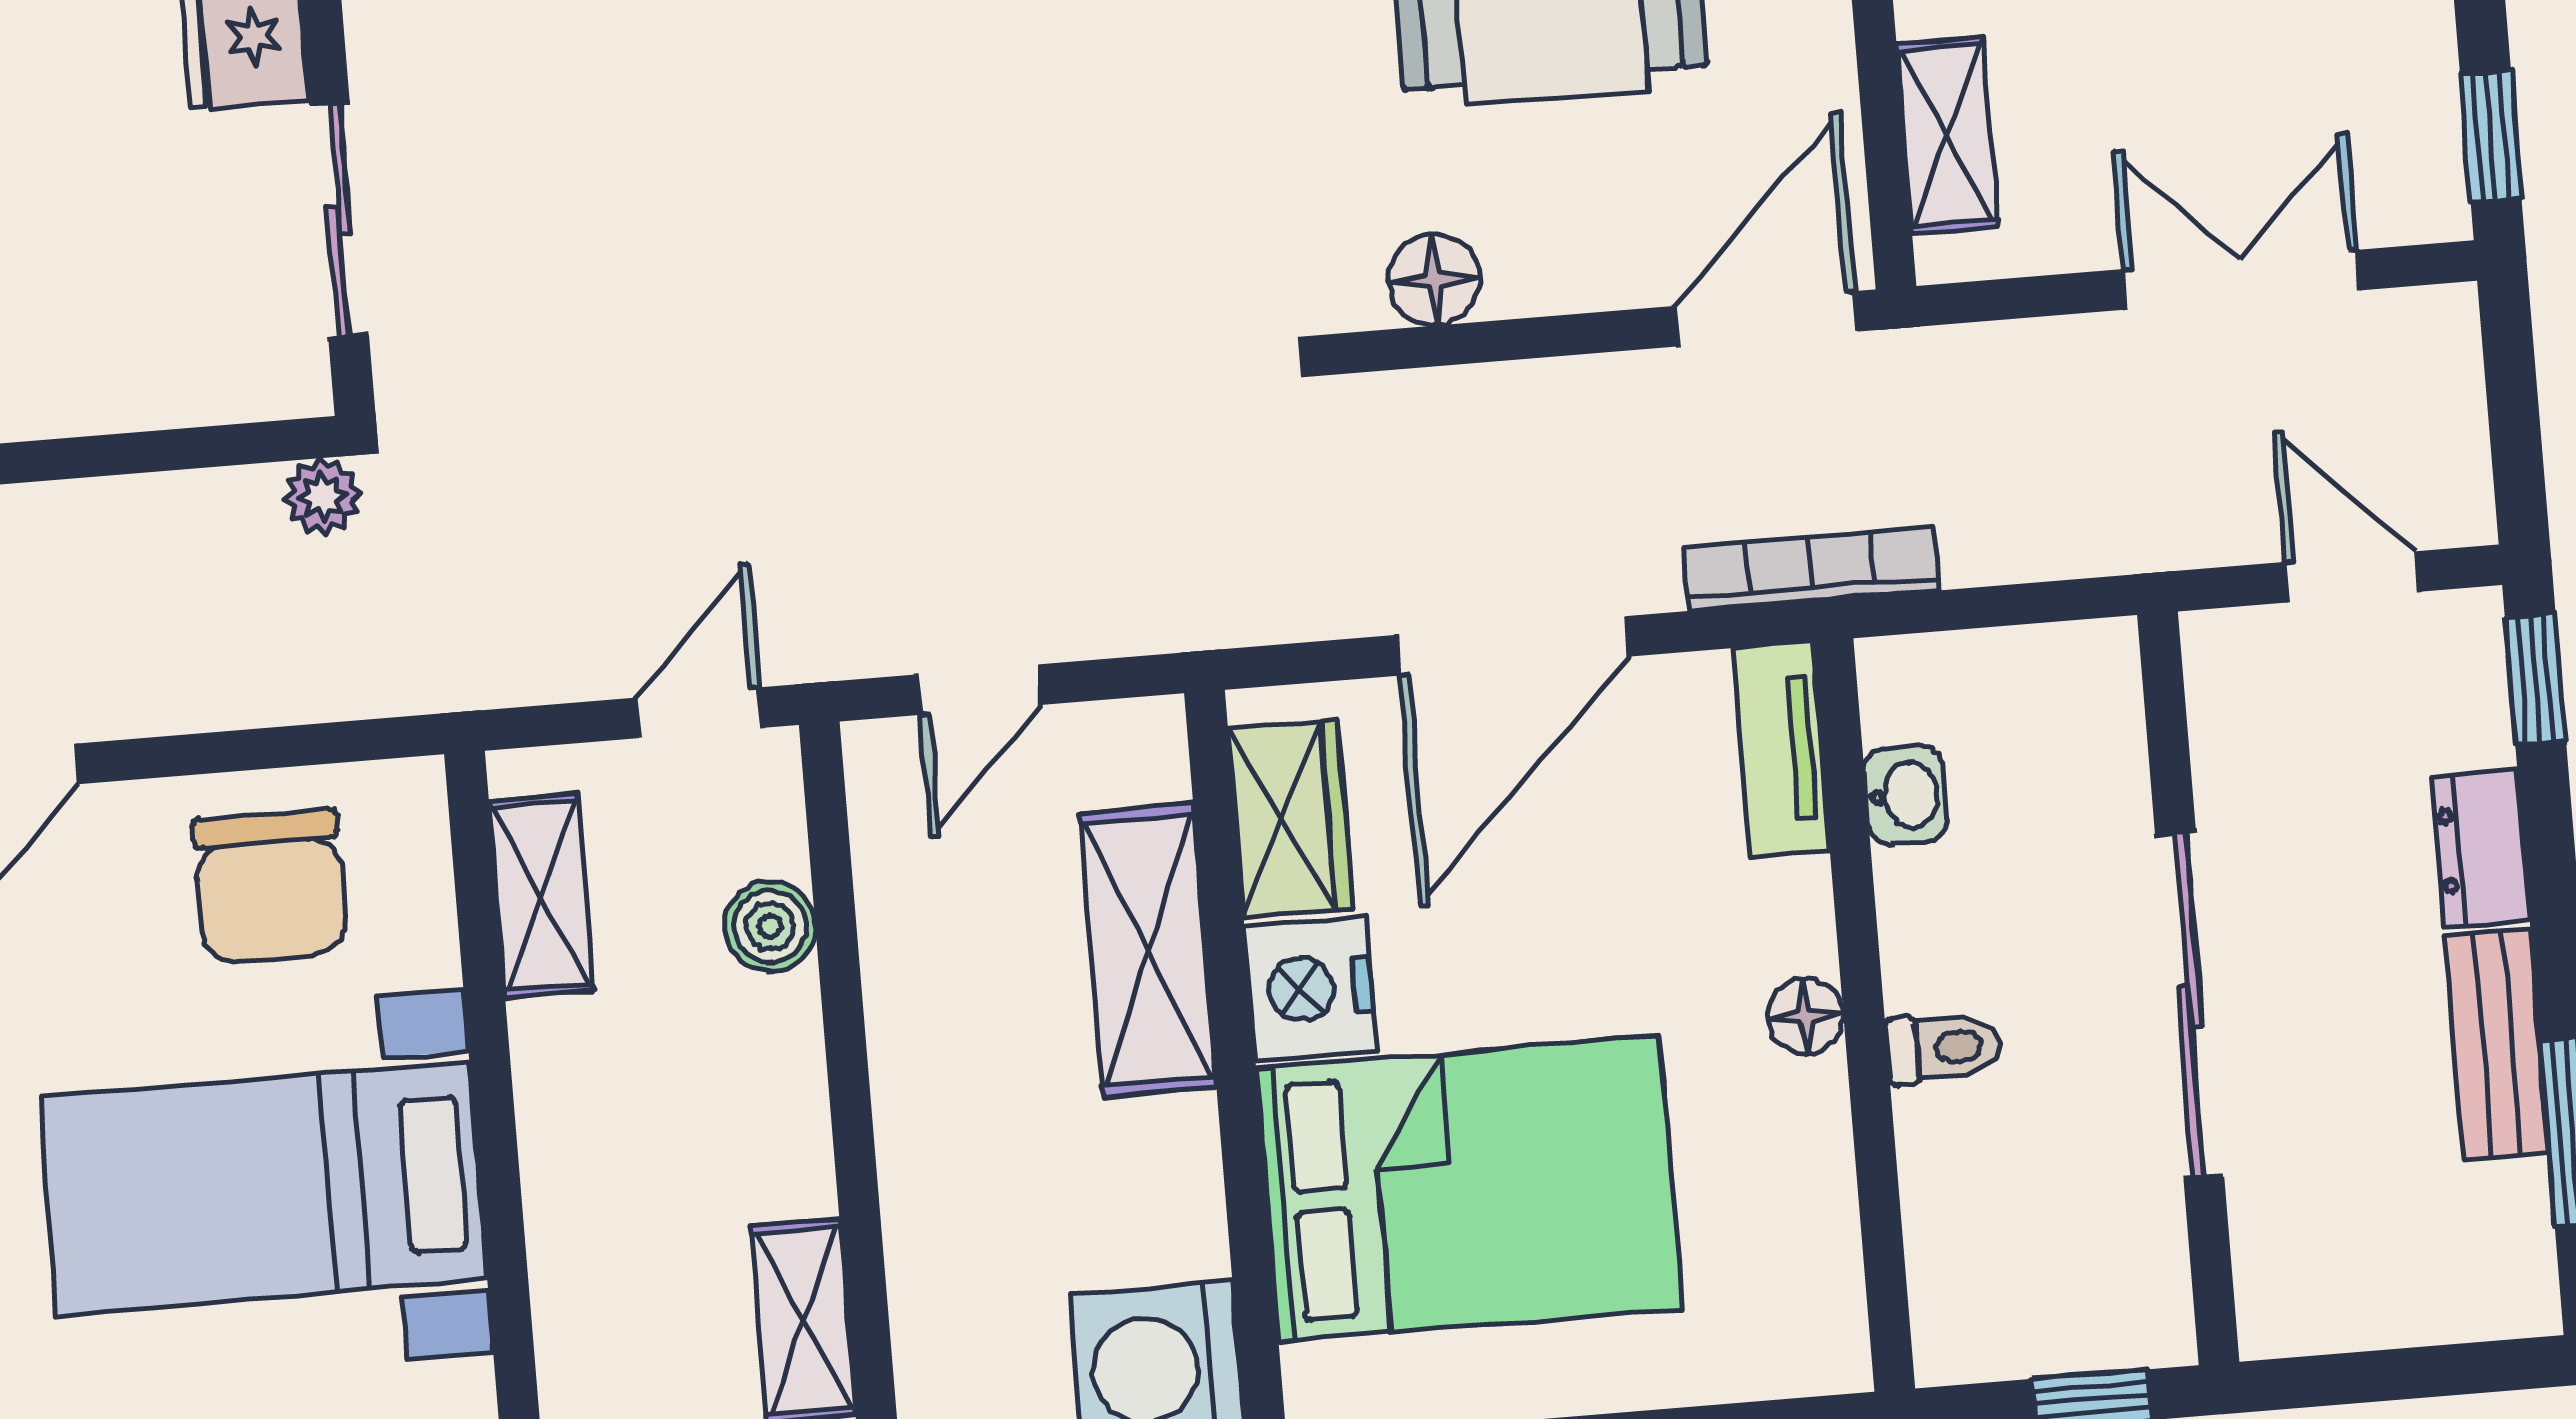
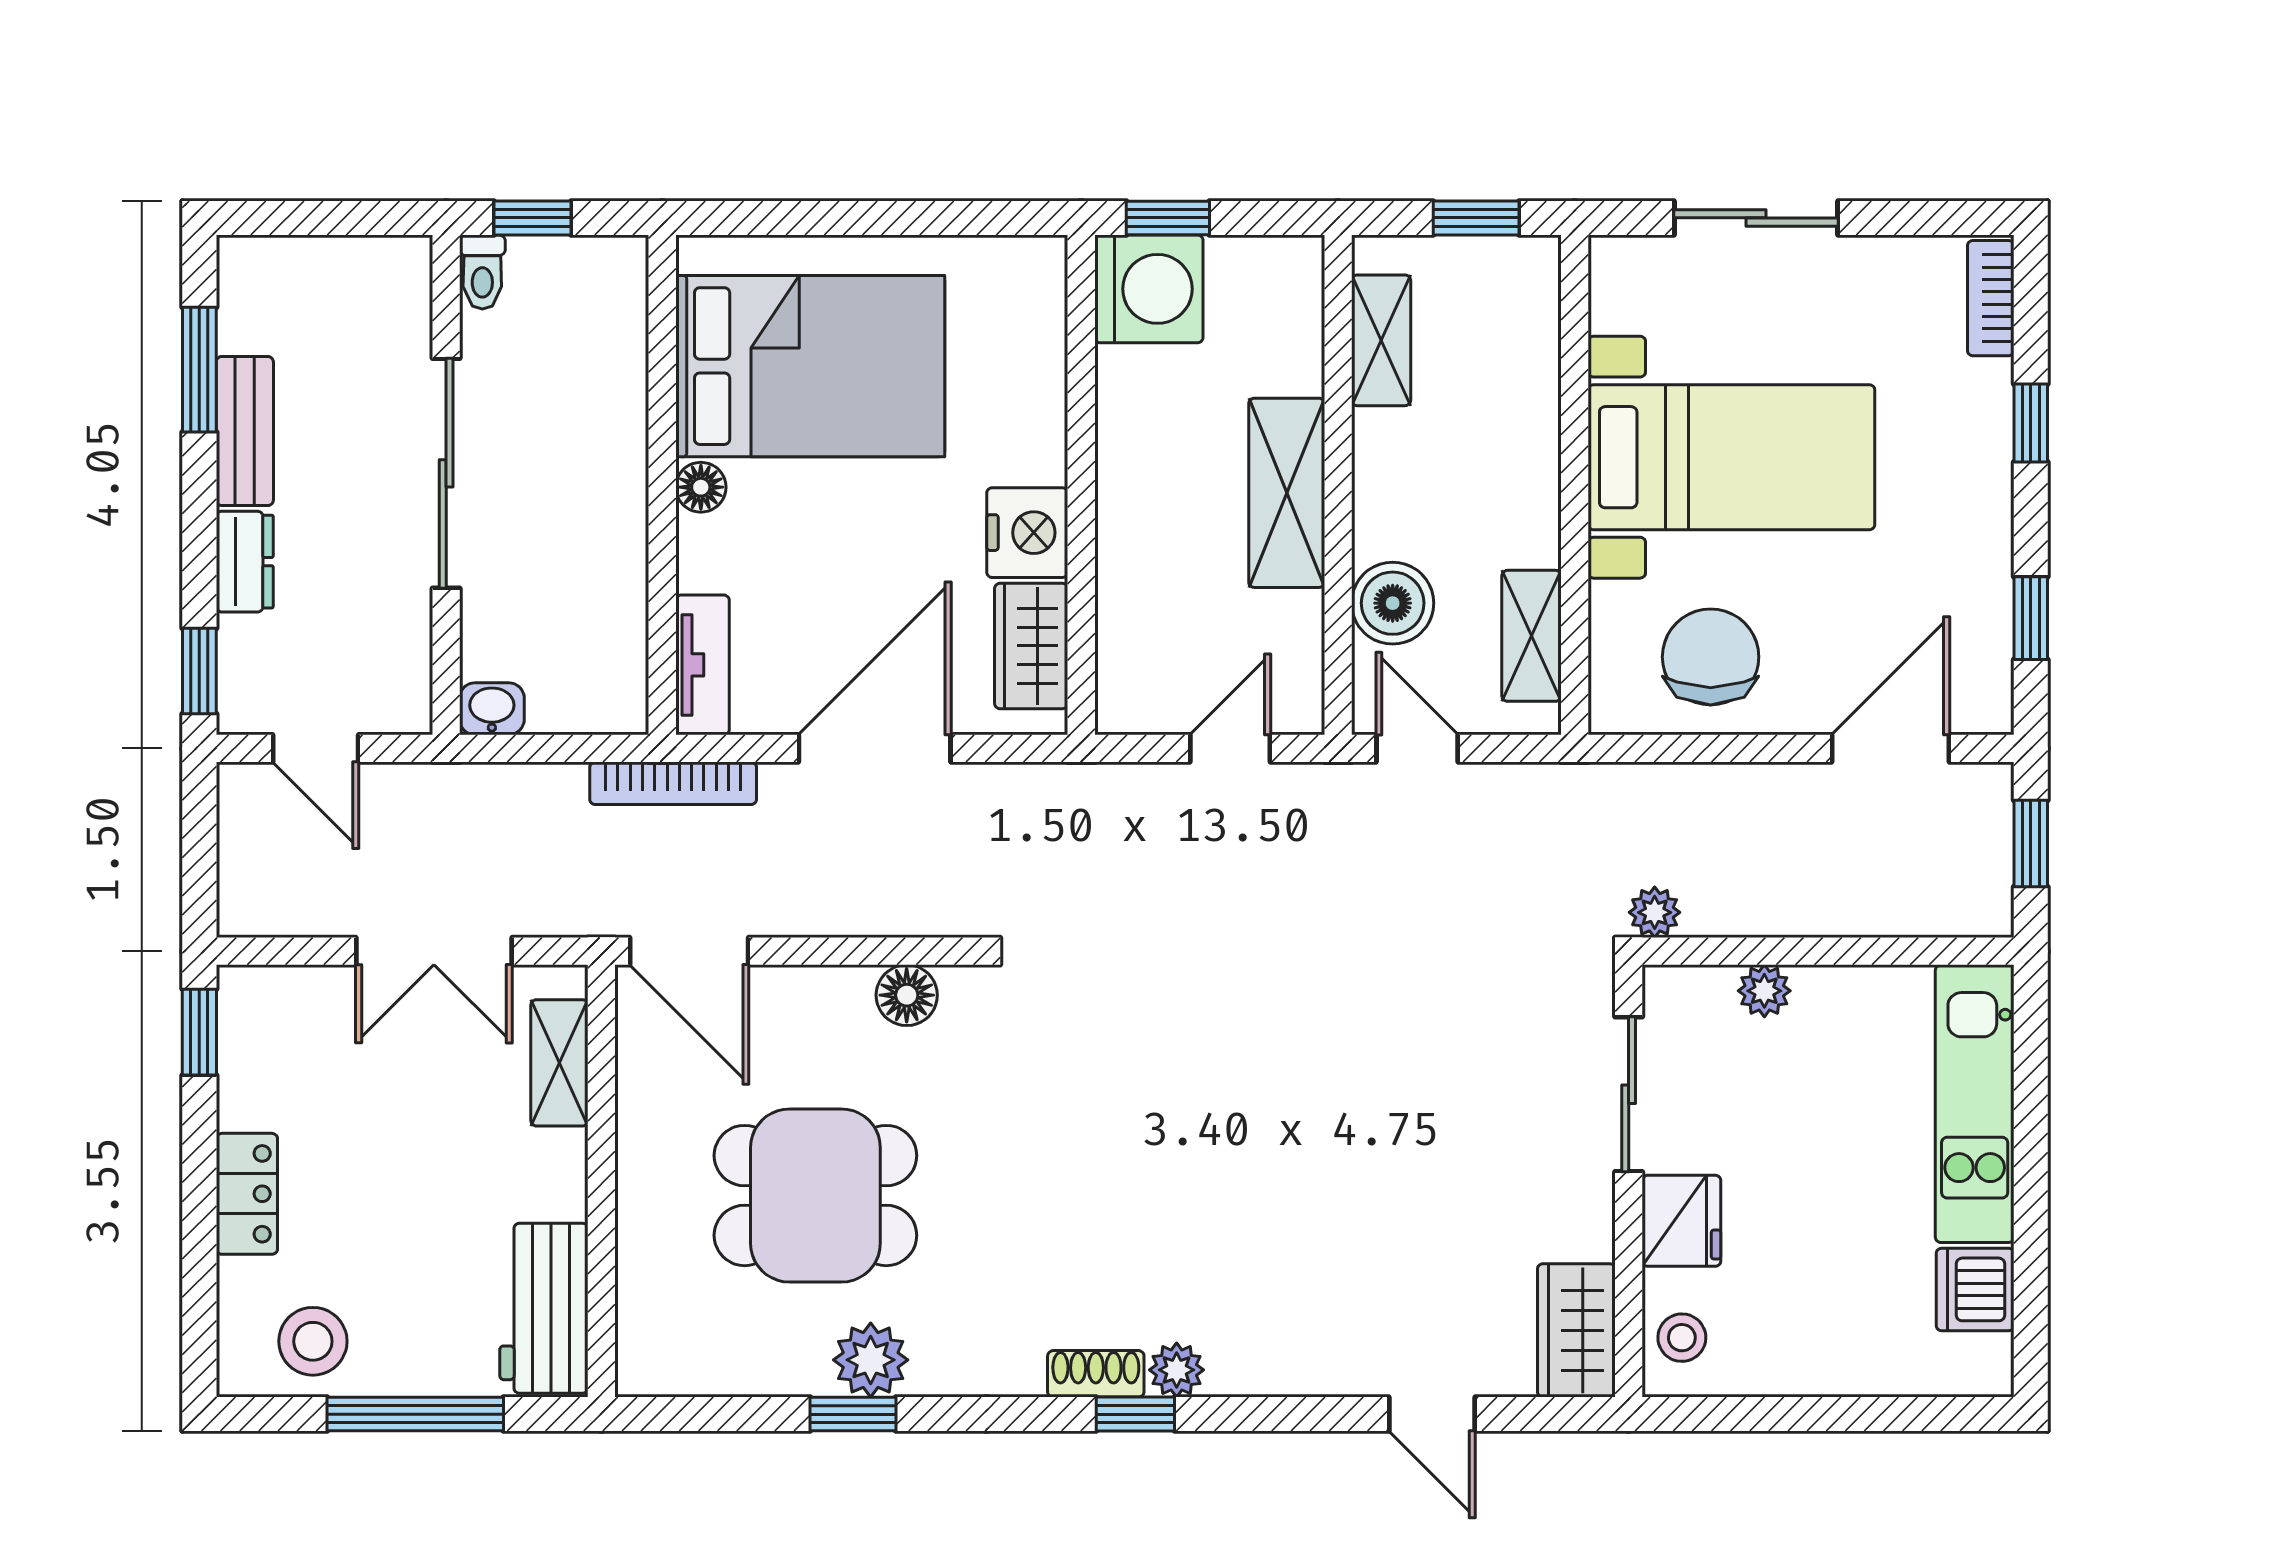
double door: (2241, 280) -> (434, 951), moved
door: (1766, 319) -> (689, 951), hinge flipped
plant: (148, 392) -> (1764, 991), added
door: (699, 713) -> (1417, 748), swing flipped
washbasin: (1906, 795) -> (492, 709), moved, turned 90
boiler: (770, 926) -> (1393, 603), width x1.36, depth x1.36
shelving: (1148, 950) -> (1287, 493), moved
toilet: (1943, 1048) -> (482, 272), moved, turned -90
bed: (1469, 1189) -> (810, 366), moved, turned 180

